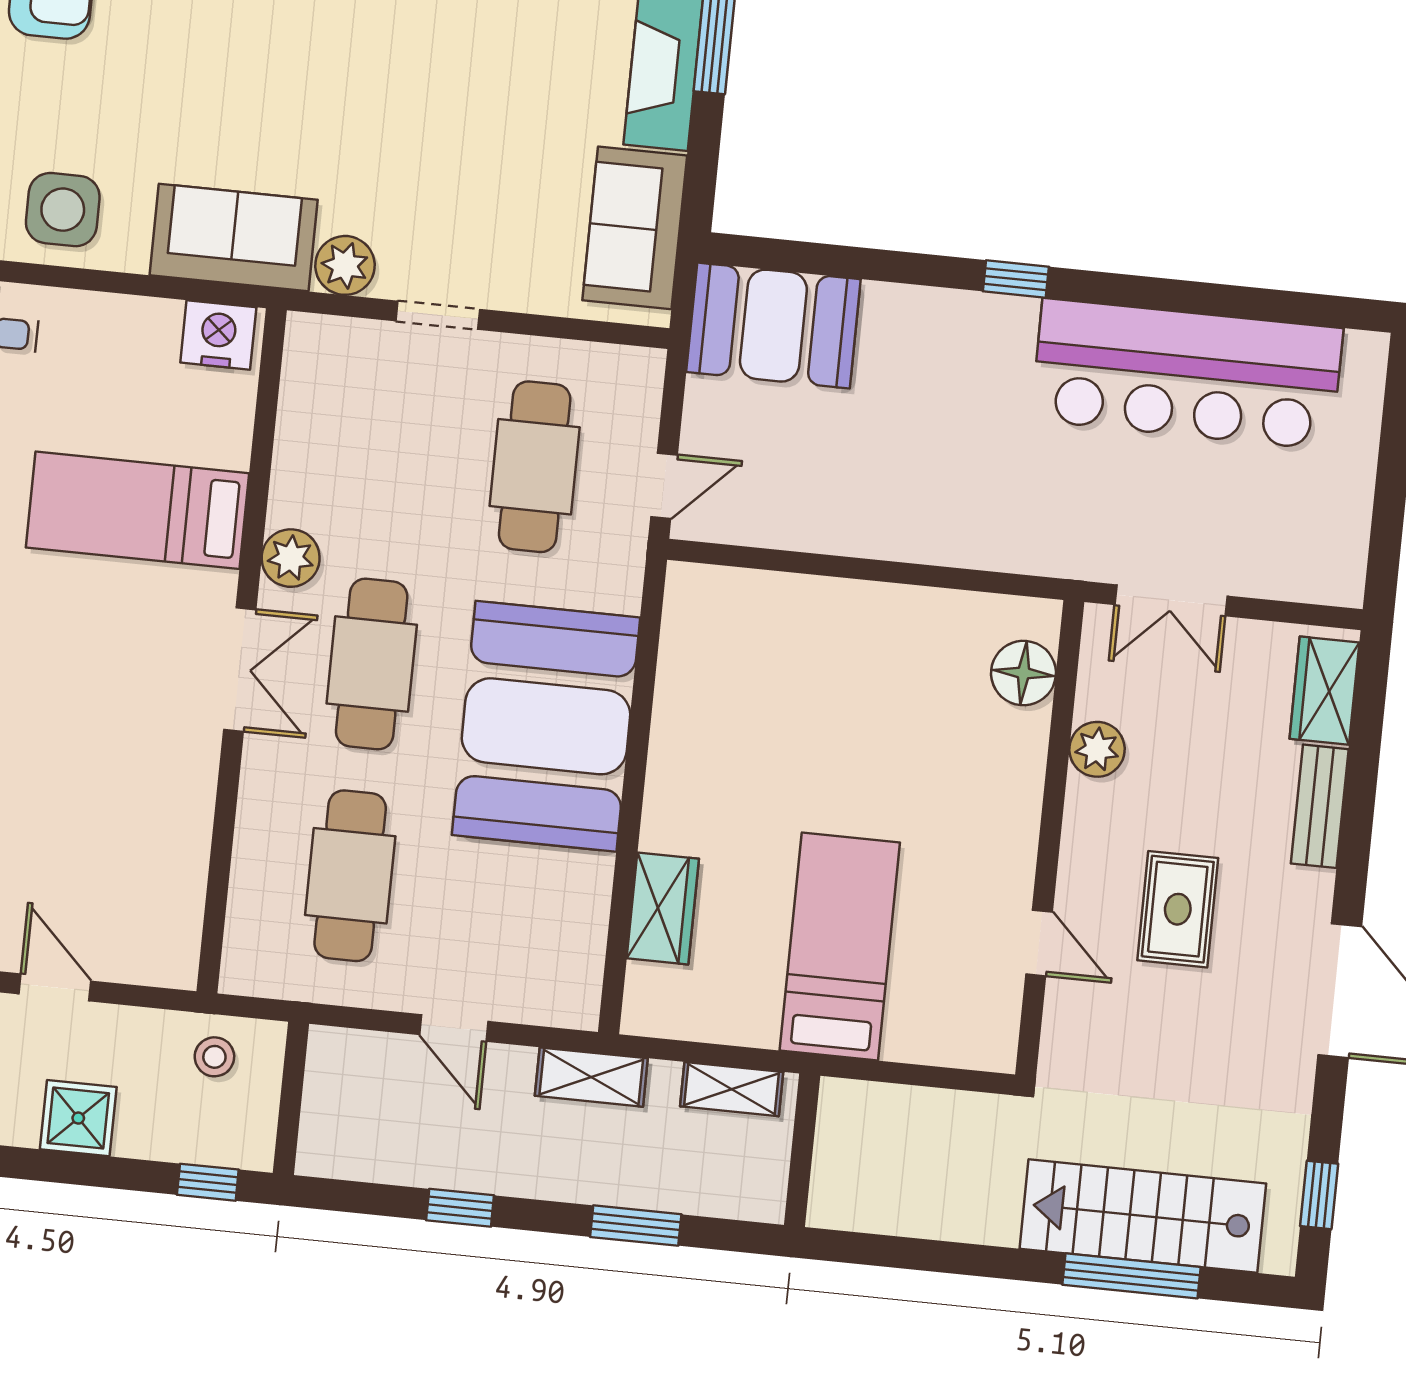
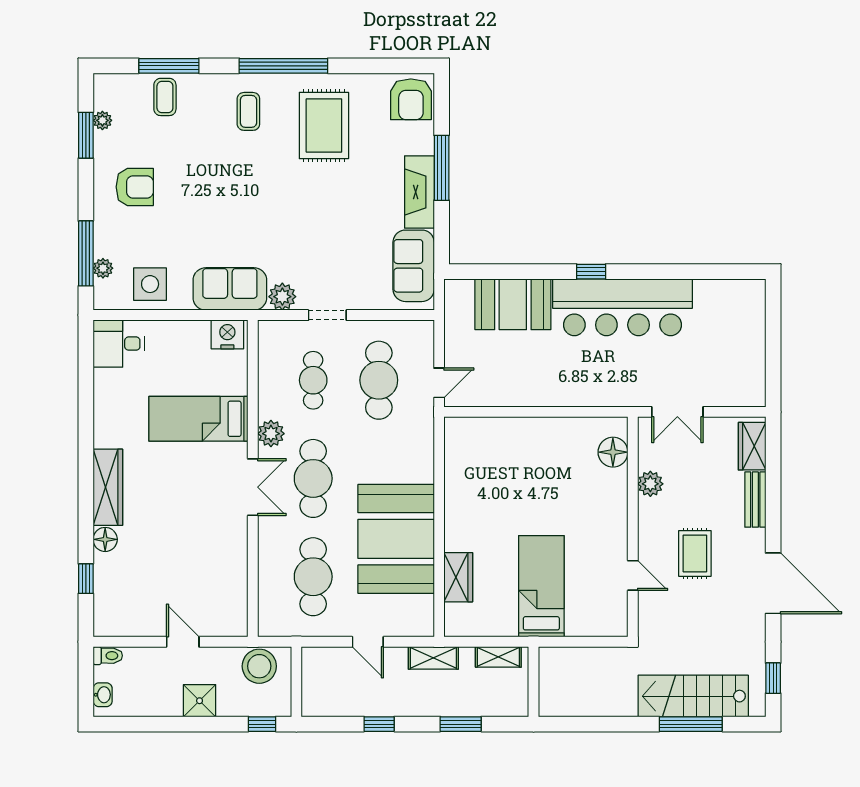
booth: (773, 326) -> (513, 304), moved
bar counter: (1187, 374) -> (622, 307), moved
cafe table: (393, 452) -> (313, 380), added
booth: (546, 726) -> (396, 539), moved
stool: (214, 1057) -> (259, 666), width x1.89, depth x1.89

